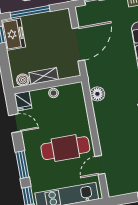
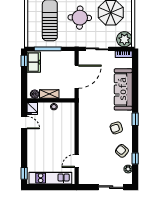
floor lamp: (97, 94) -> (83, 113), removed
cafe table: (65, 148) -> (55, 145), removed
window: (22, 165) -> (24, 151), removed

